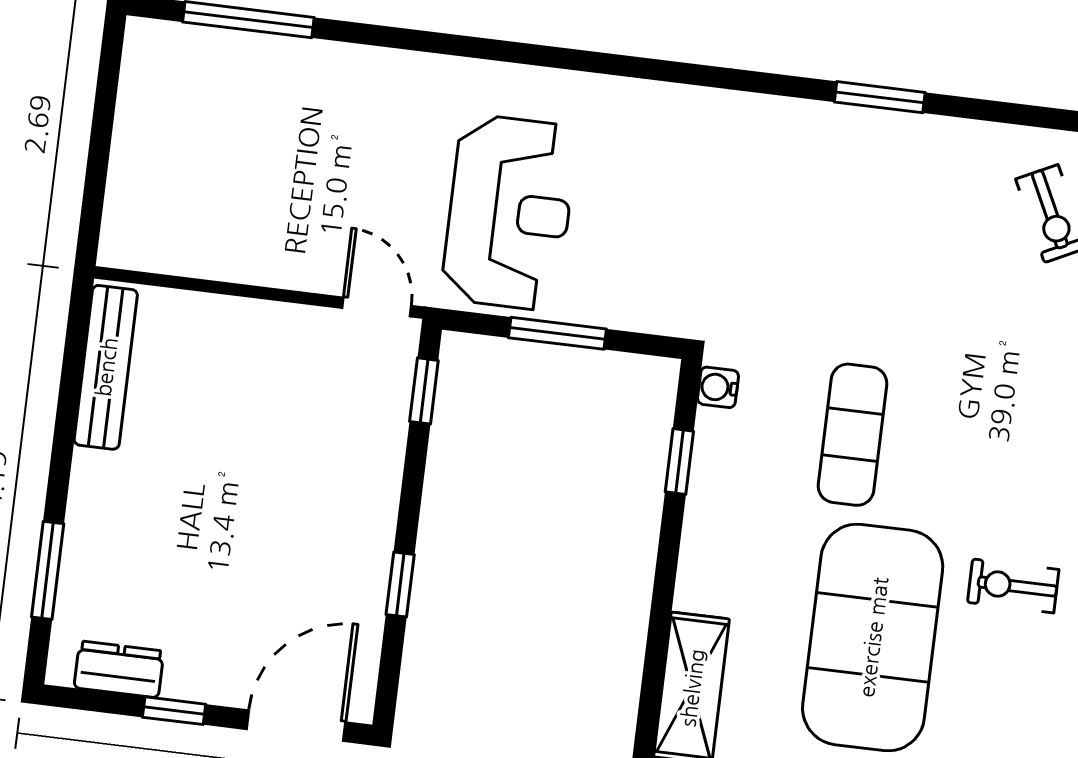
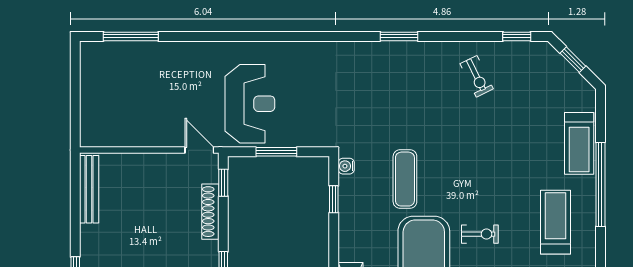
shoe rack: (385, 455) -> (210, 212), added
exercise bike: (1013, 586) -> (480, 234), turned 180

